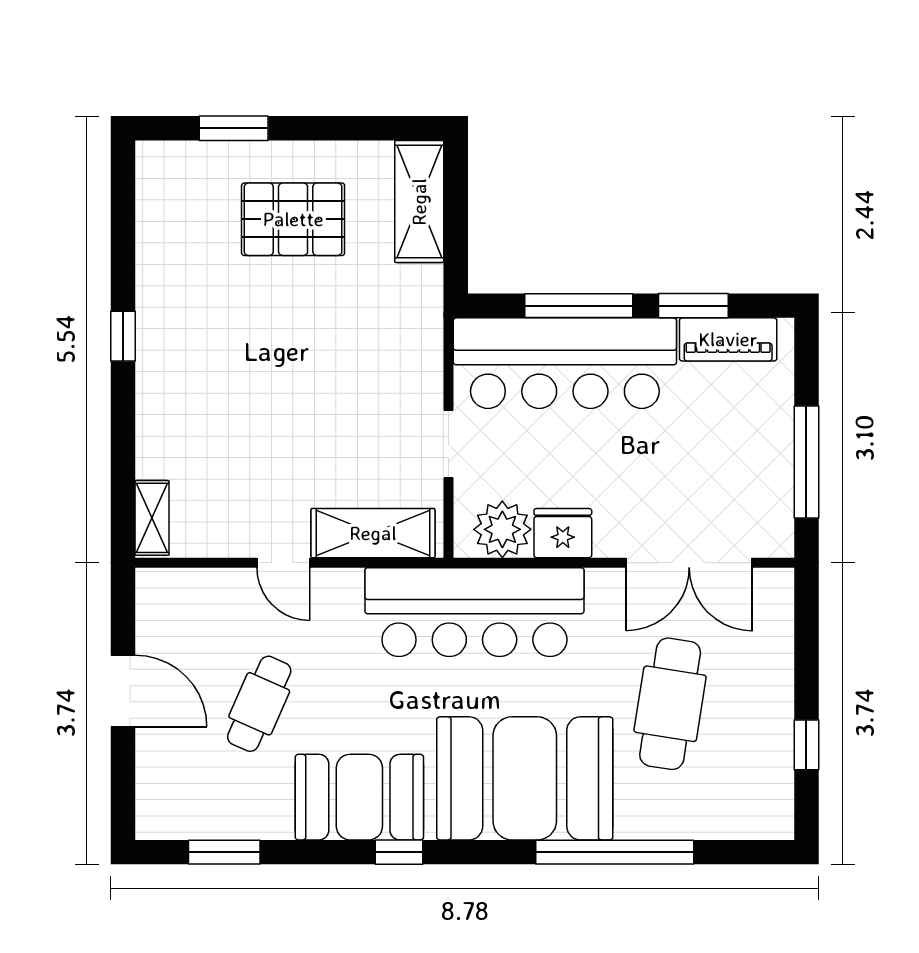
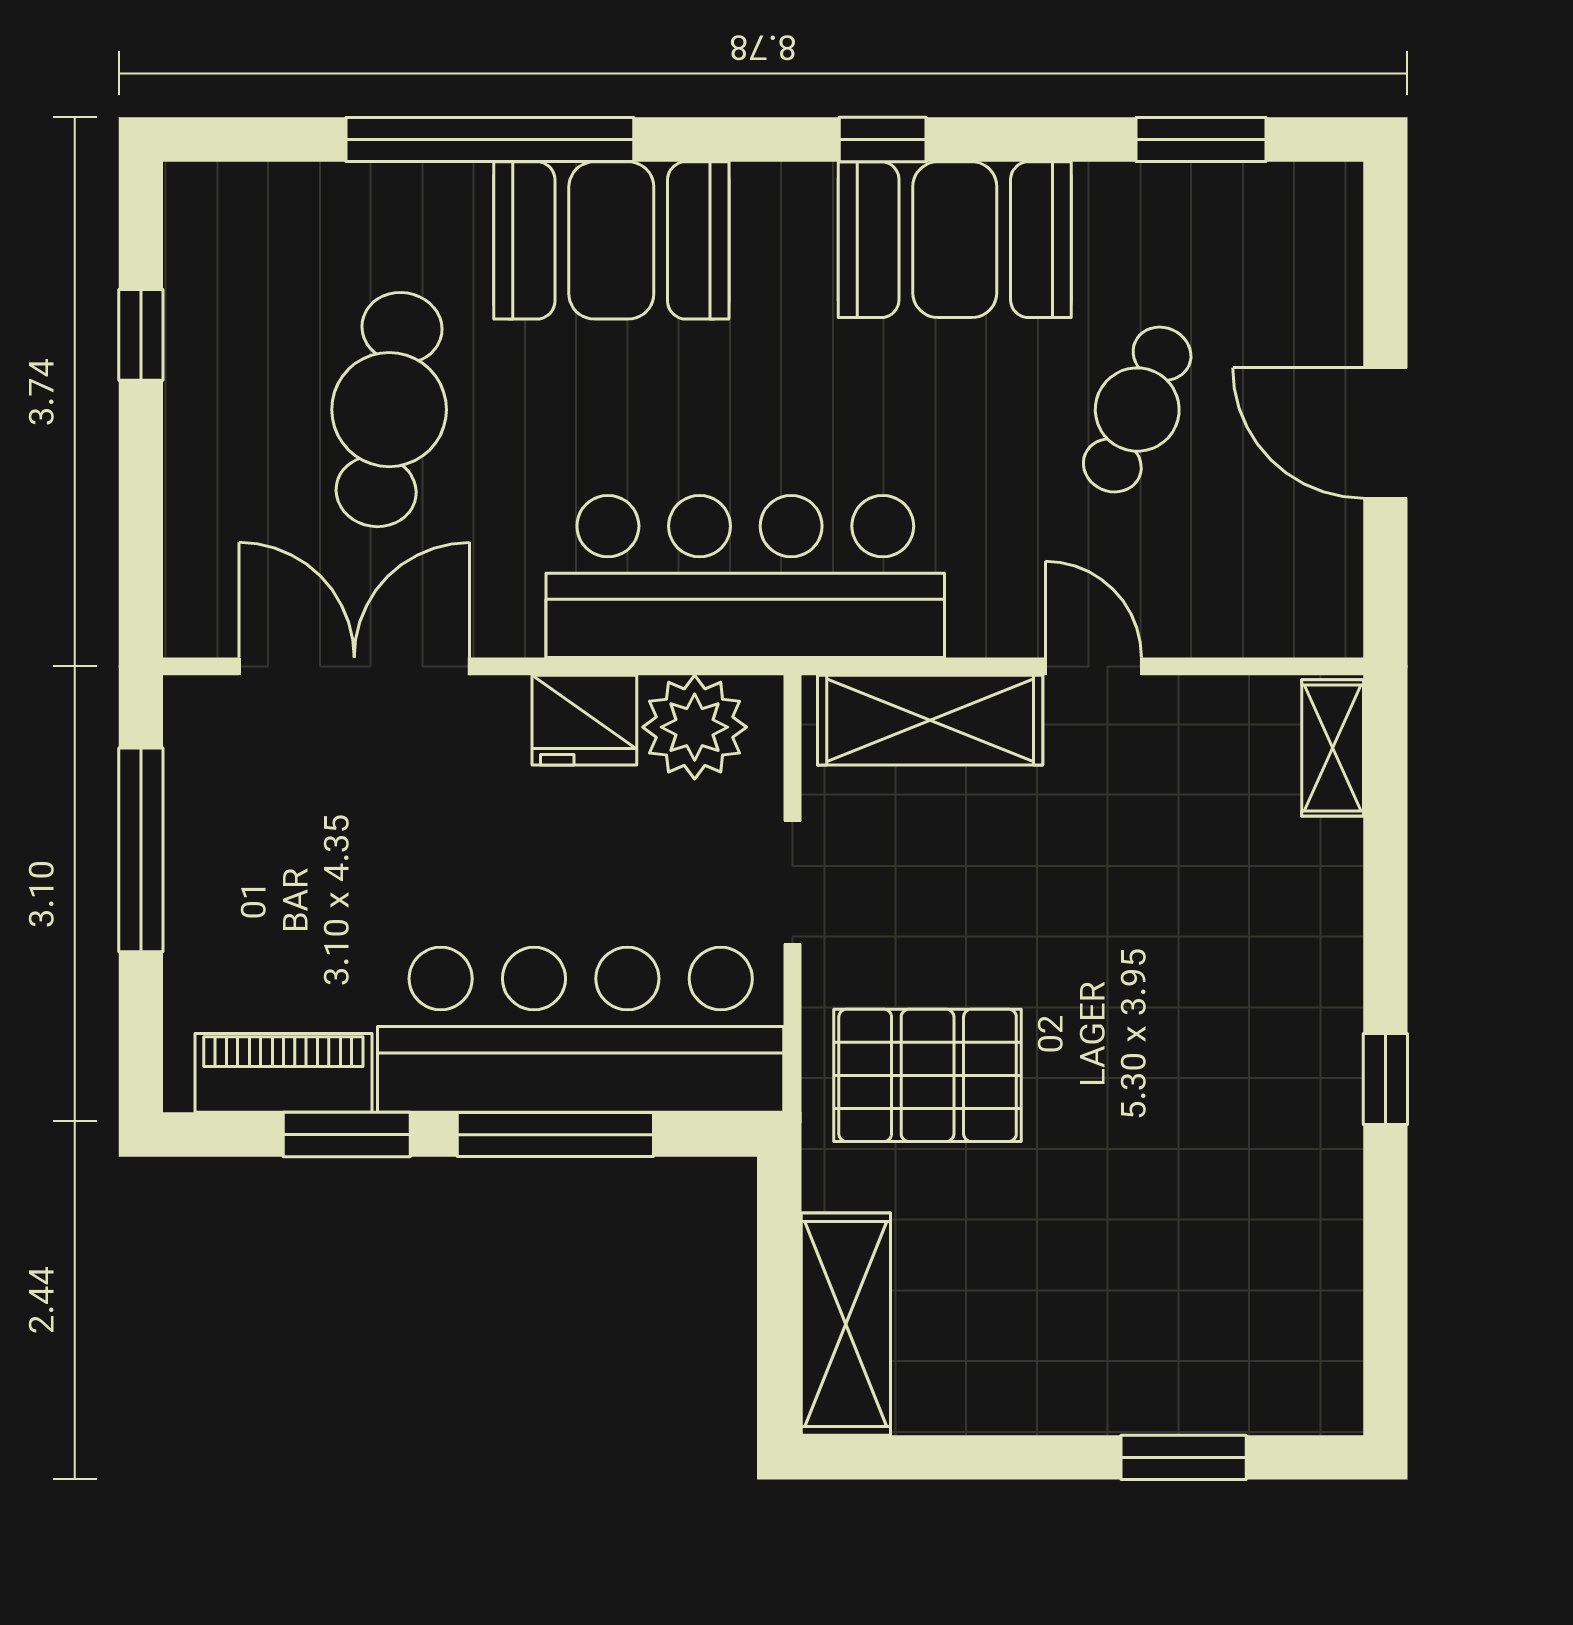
pallet: (293, 219) -> (928, 1075), moved
booth: (525, 778) -> (611, 240), width x0.73, depth x0.70

